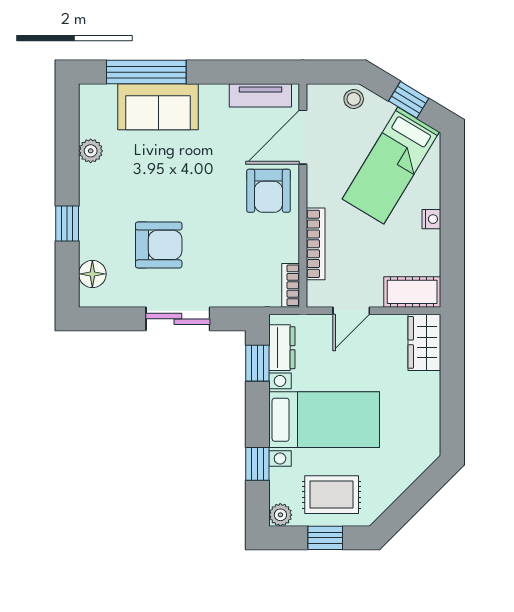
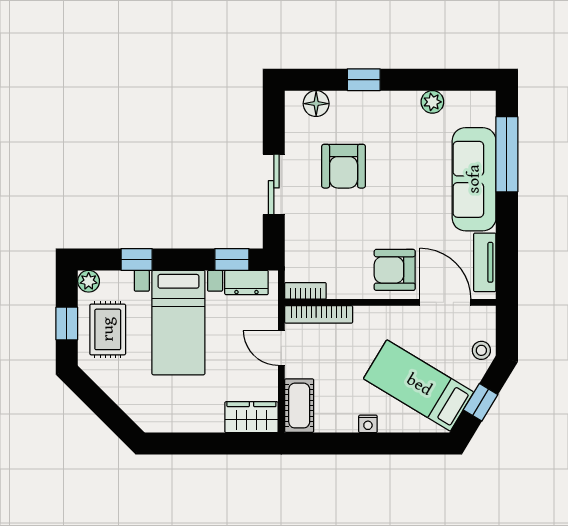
sofa: (158, 107) -> (474, 179), width x1.36
bookcase: (316, 244) -> (319, 314), moved

